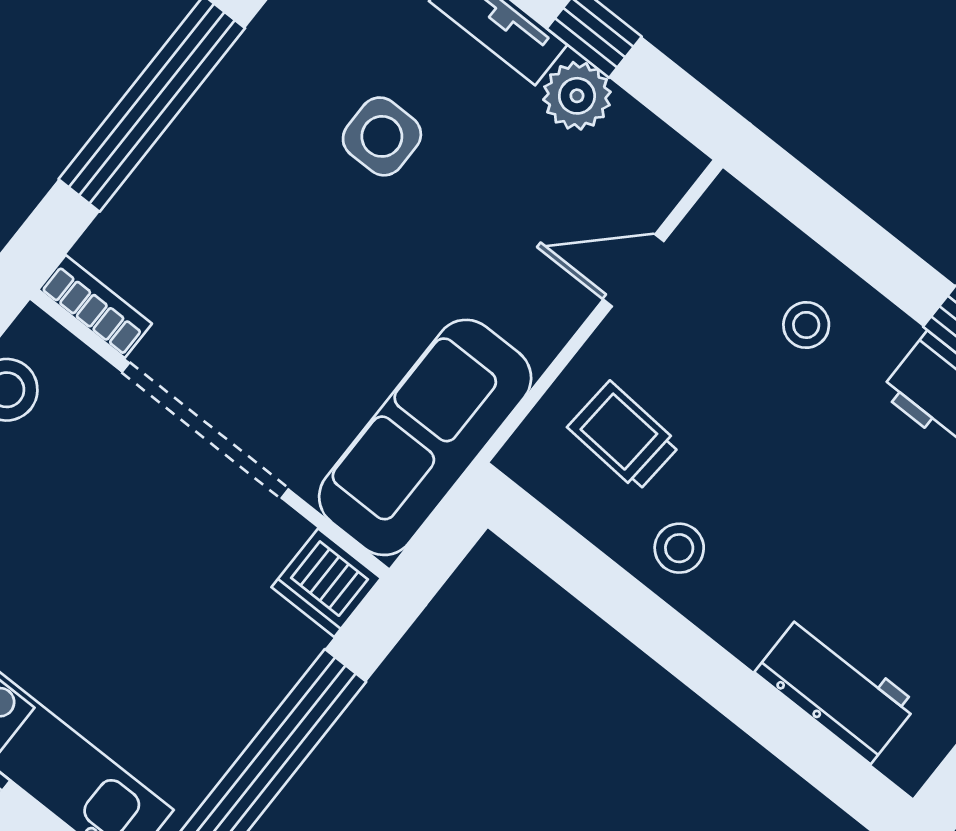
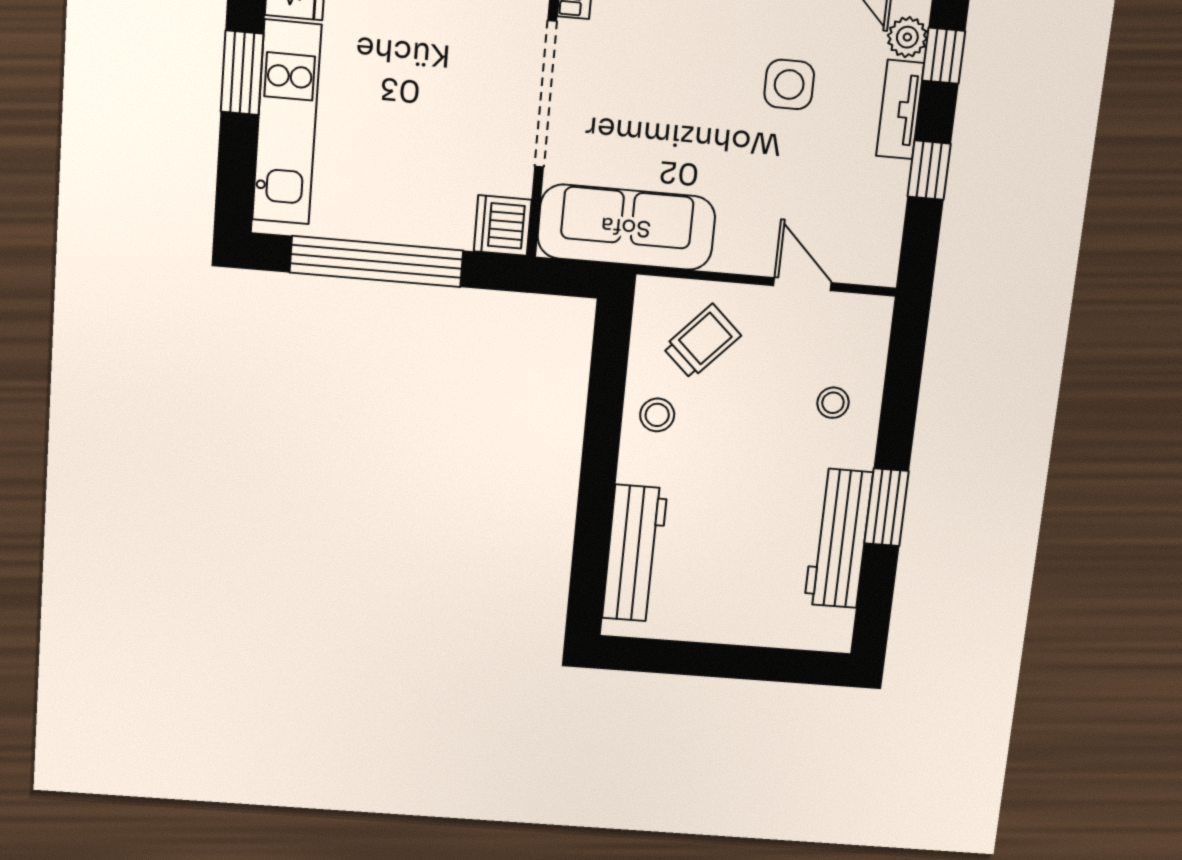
plant: (577, 96) -> (885, 184), removed
trolley: (624, 436) -> (702, 342), turned 39
workbench: (836, 688) -> (635, 553), width x1.37

